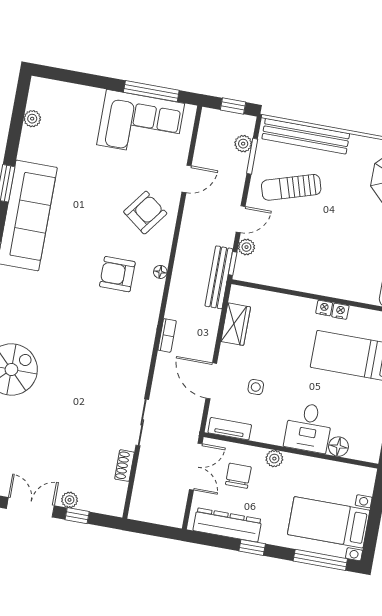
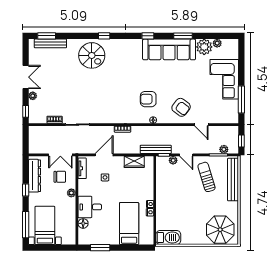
corner sofa: (141, 124) -> (224, 79), moved
plant: (35, 145) -> (204, 47), added
armchair: (117, 274) -> (148, 99), turned -90
window: (77, 516) -> (26, 111), moved

